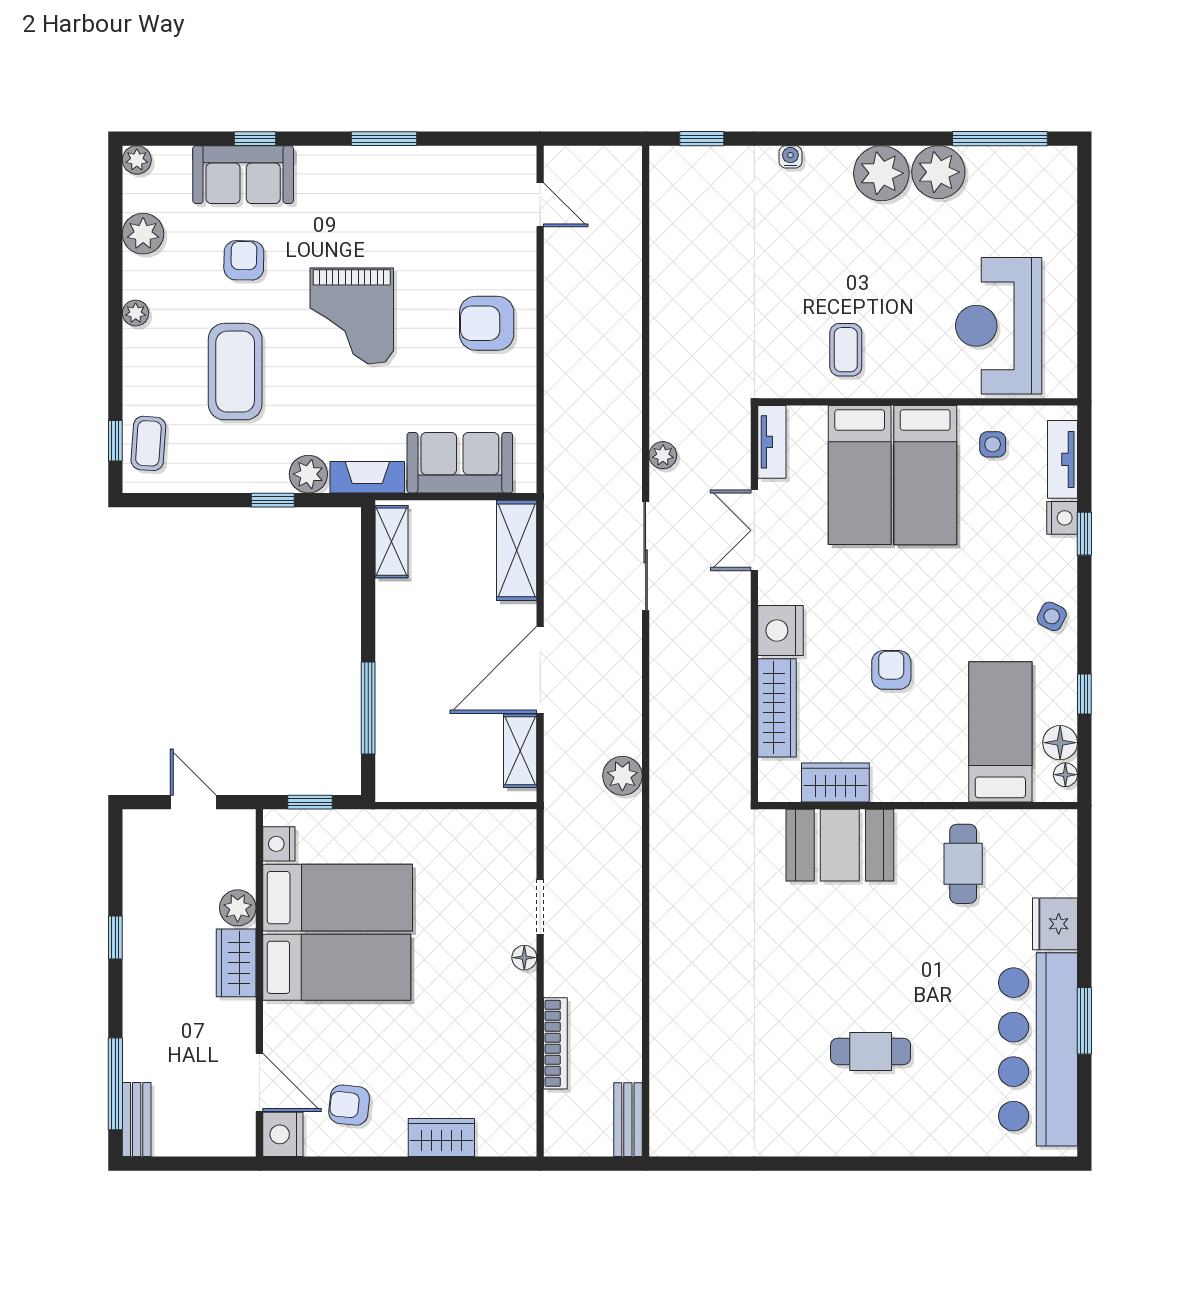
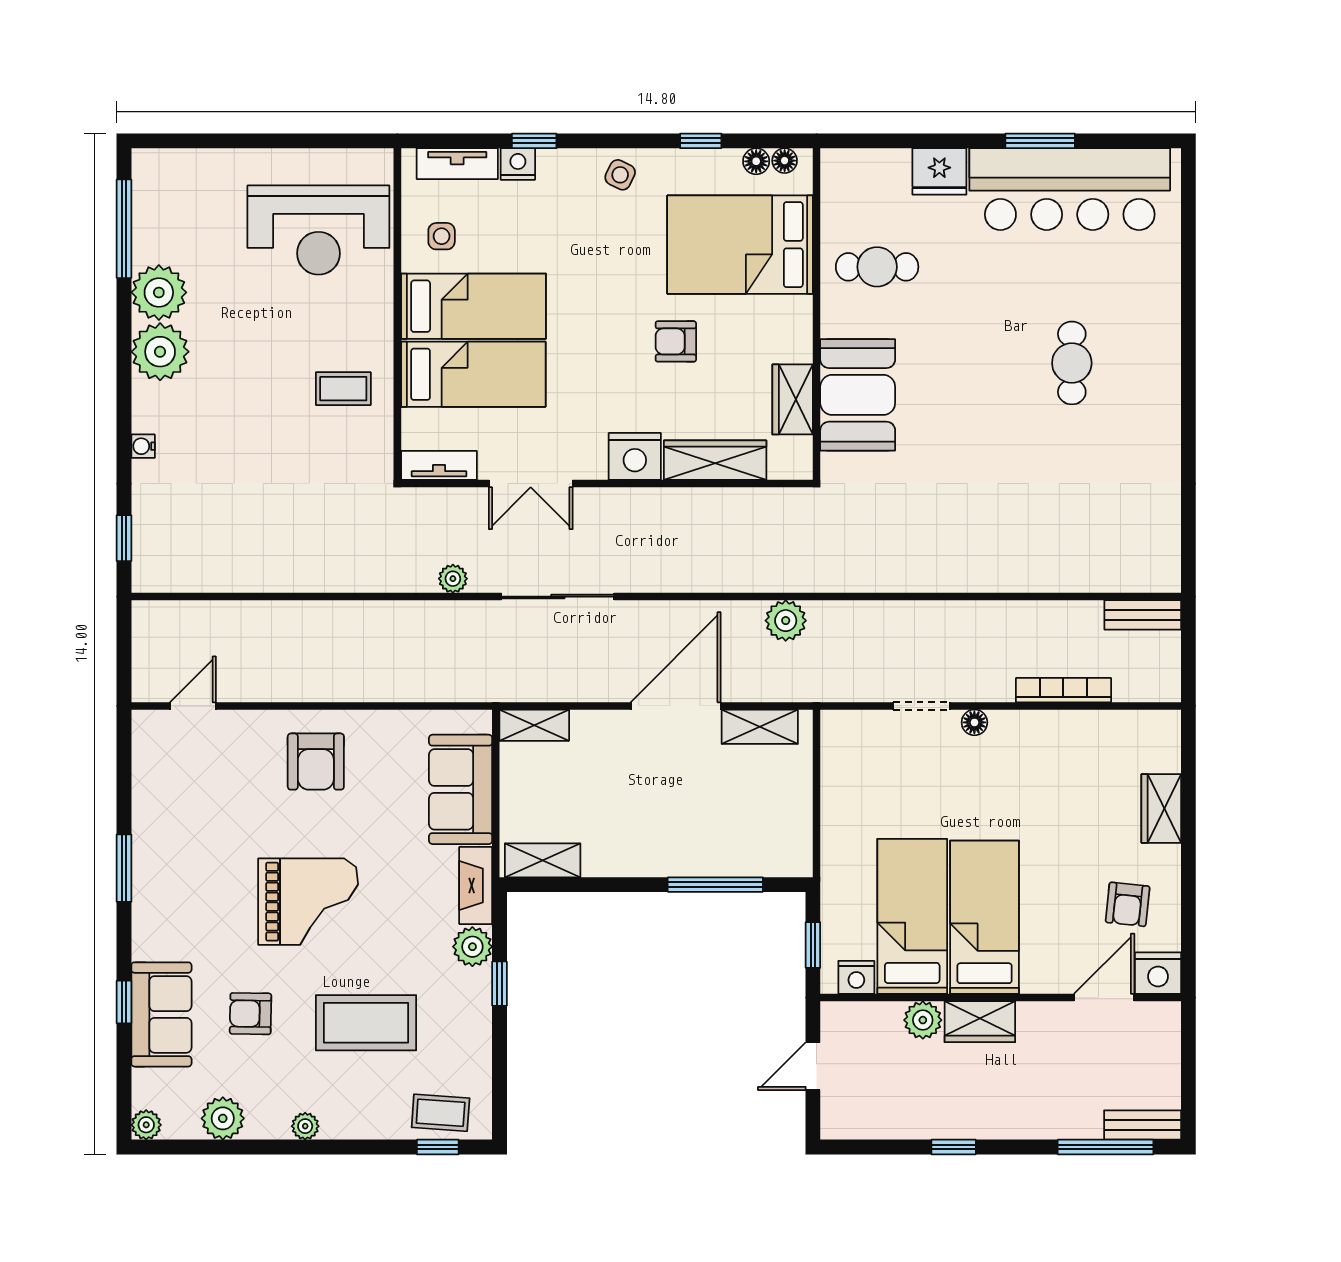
shelving: (517, 550) -> (534, 725), width x0.67, depth x0.75
door: (540, 670) -> (676, 706), swing flipped
bed: (1000, 732) -> (740, 245), width x1.50
floor lamp: (1060, 743) -> (756, 161), width x0.73, depth x0.73

